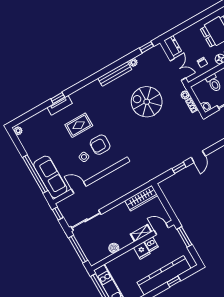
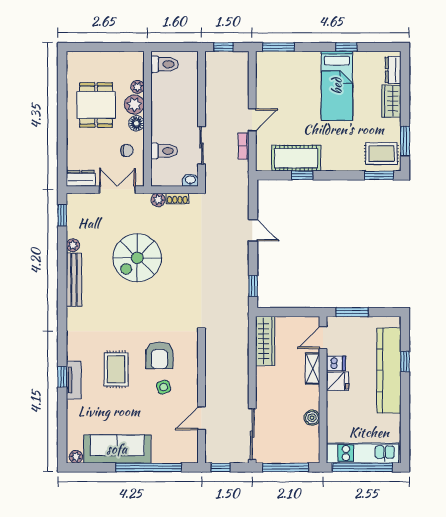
window: (179, 168) -> (253, 286), moved
sofa: (50, 177) -> (117, 449), moved

